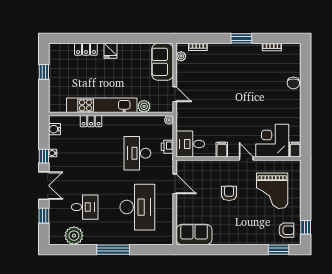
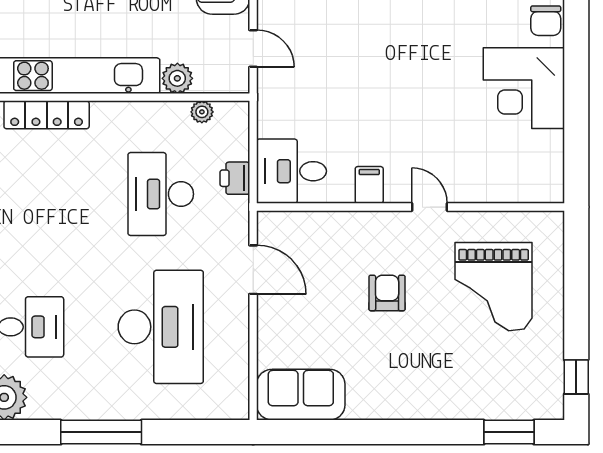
plant: (169, 120) -> (202, 112), moved
locker: (91, 121) -> (47, 115), width x1.53
corner desk: (272, 141) -> (524, 88), moved, turned -90
filing cabinet: (295, 150) -> (550, 185), removed
armchair: (286, 230) -> (529, 384), removed

